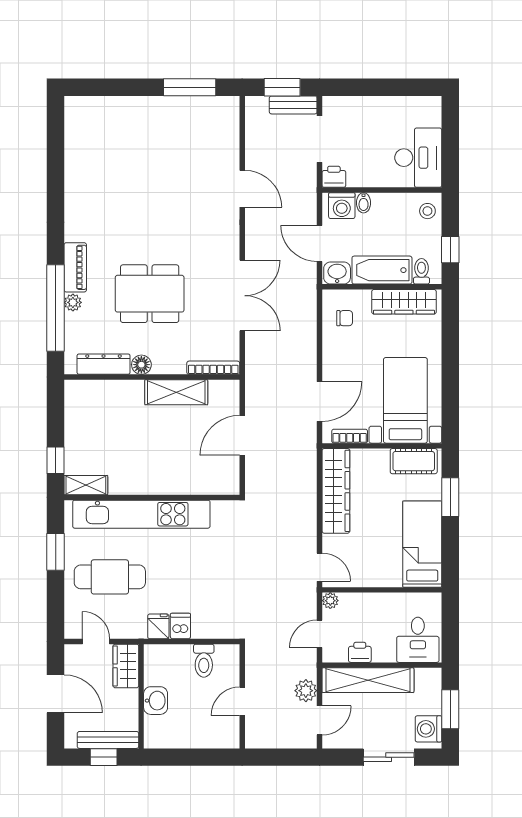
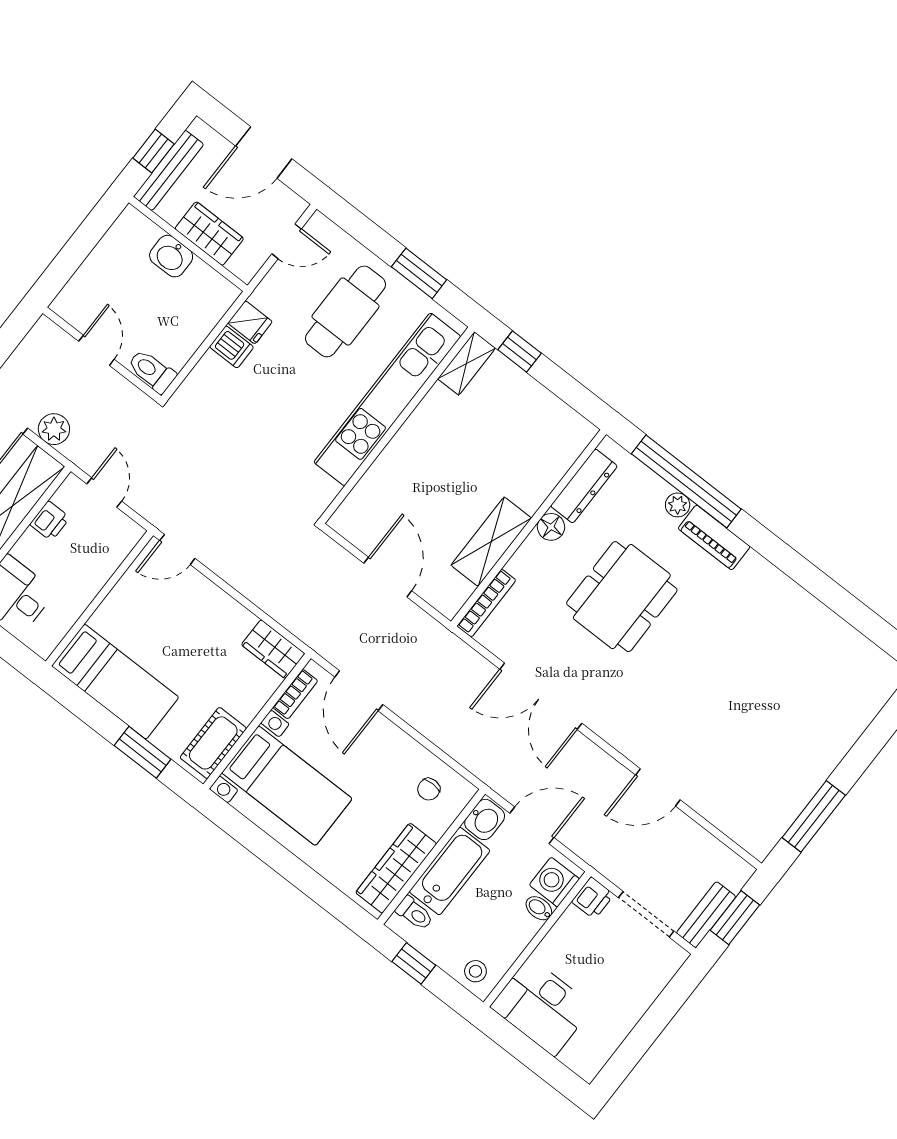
wardrobe: (336, 491) -> (273, 649), width x0.48, depth x0.85
plant: (330, 601) -> (132, 533), removed
toilet: (204, 661) -> (152, 371), moved
wardrobe: (126, 666) -> (209, 234), moved

